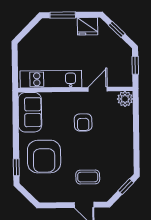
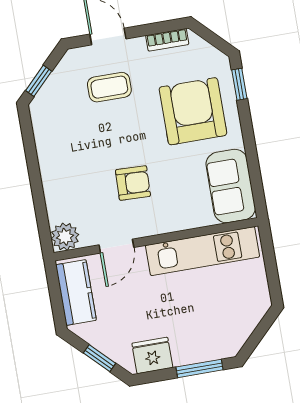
window: (135, 65) -> (56, 299), removed
kitchen counter: (124, 67) -> (76, 292), added
armchair: (83, 122) -> (133, 183), turned 92
bookcase: (52, 198) -> (167, 40), added

